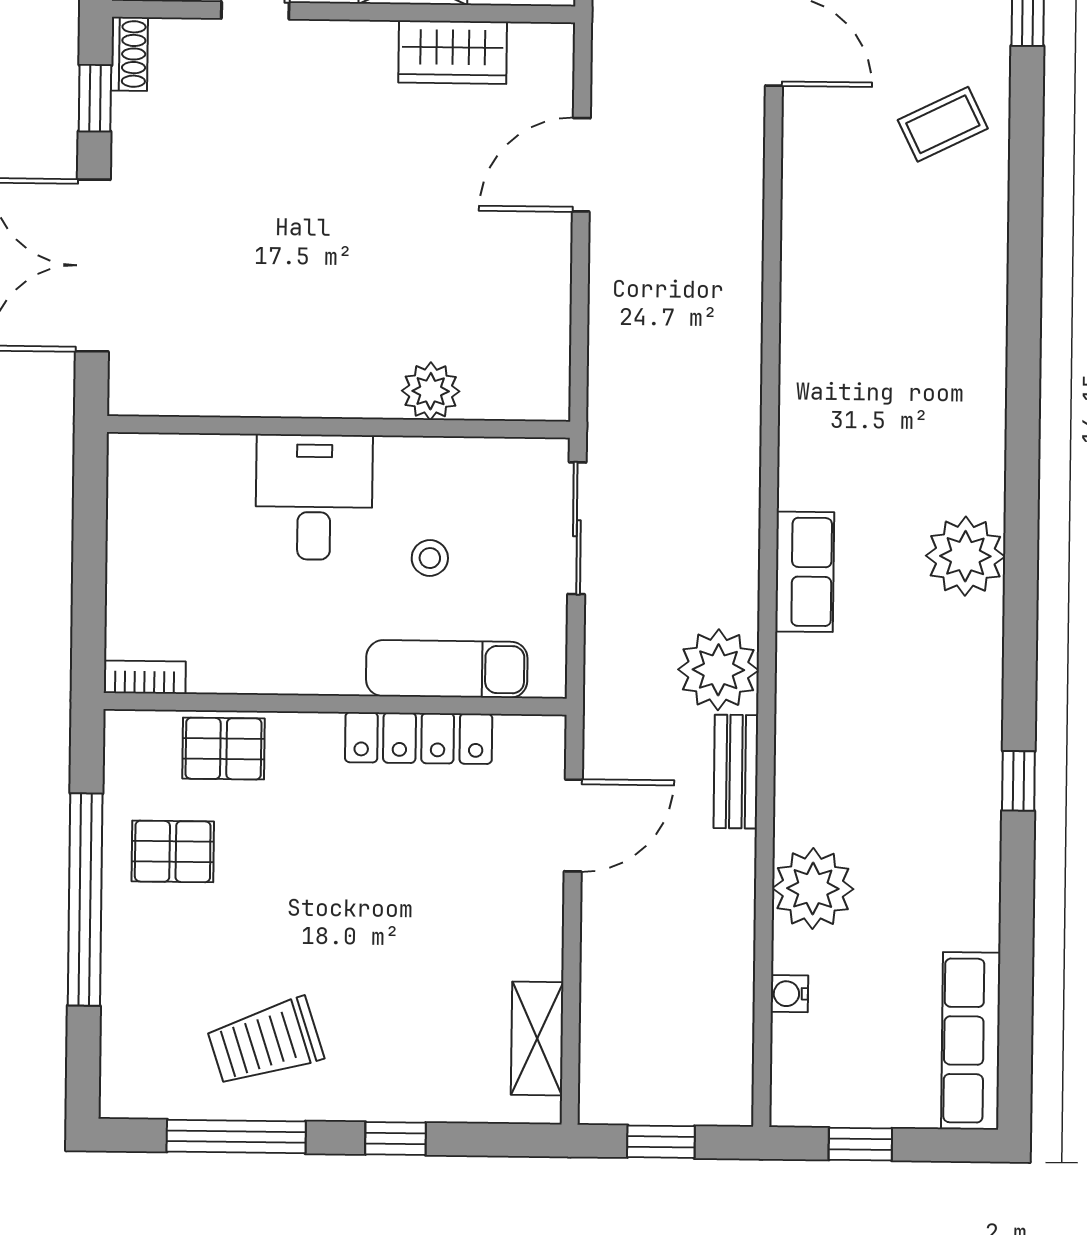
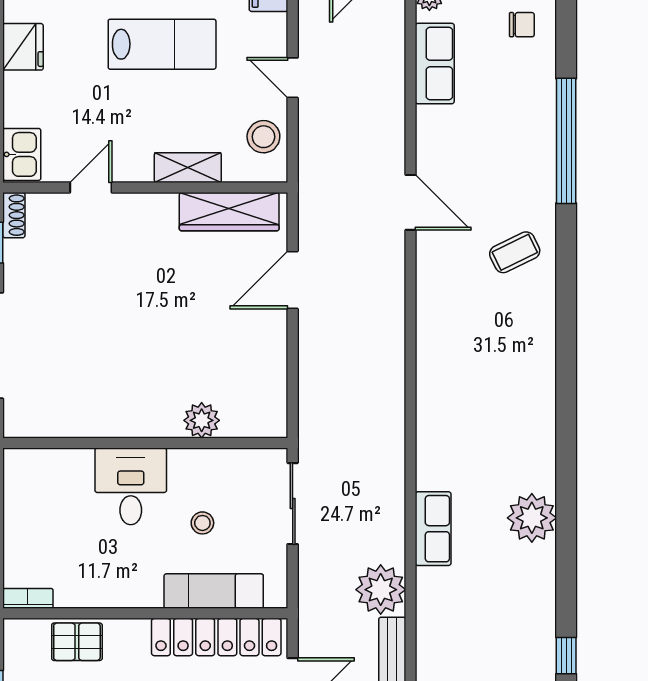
wardrobe: (453, 52) -> (229, 212), width x1.50
locker: (419, 738) -> (216, 637), width x1.41, depth x1.21

